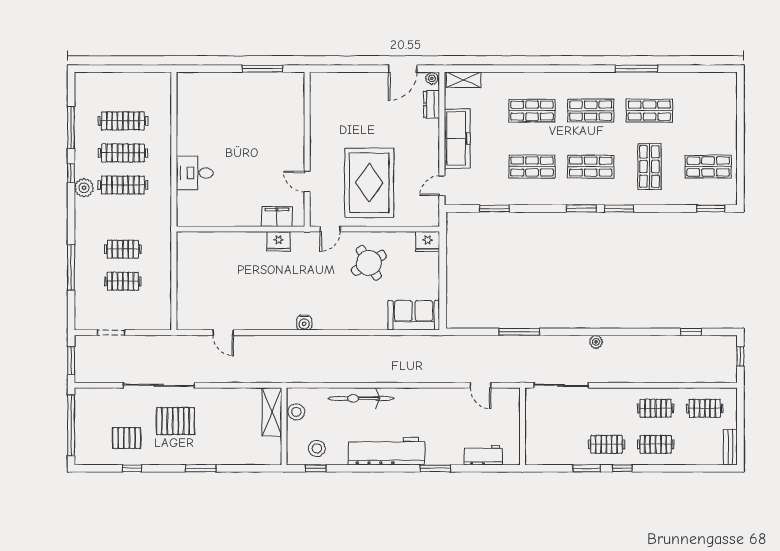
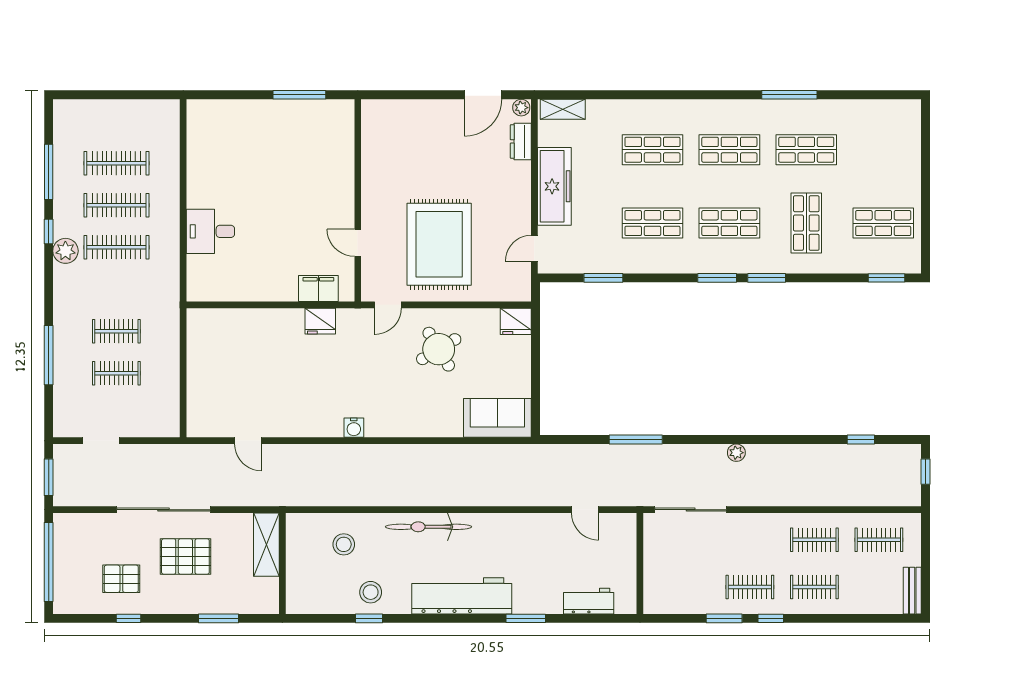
shelving: (272, 412) -> (266, 545), moved
wall: (284, 426) -> (282, 563), moved

